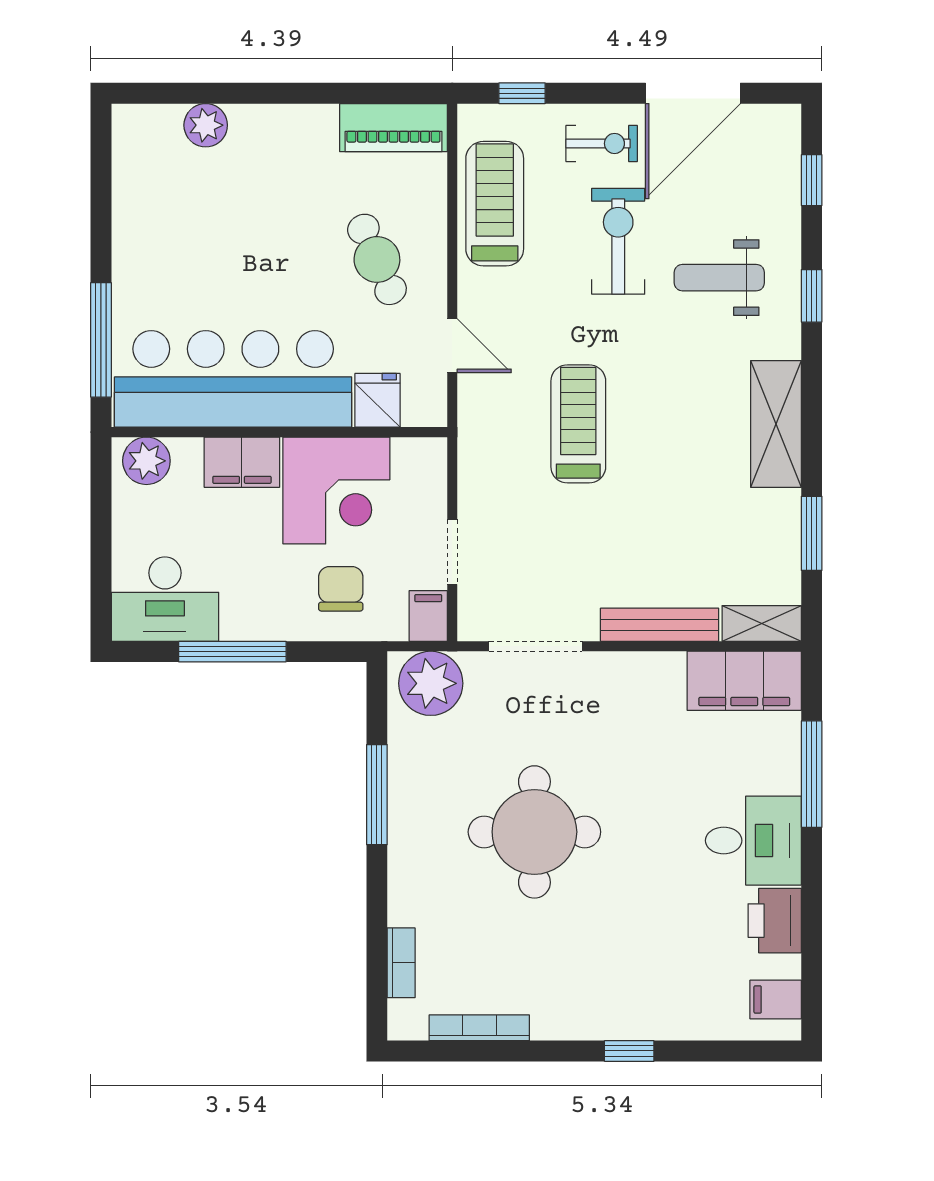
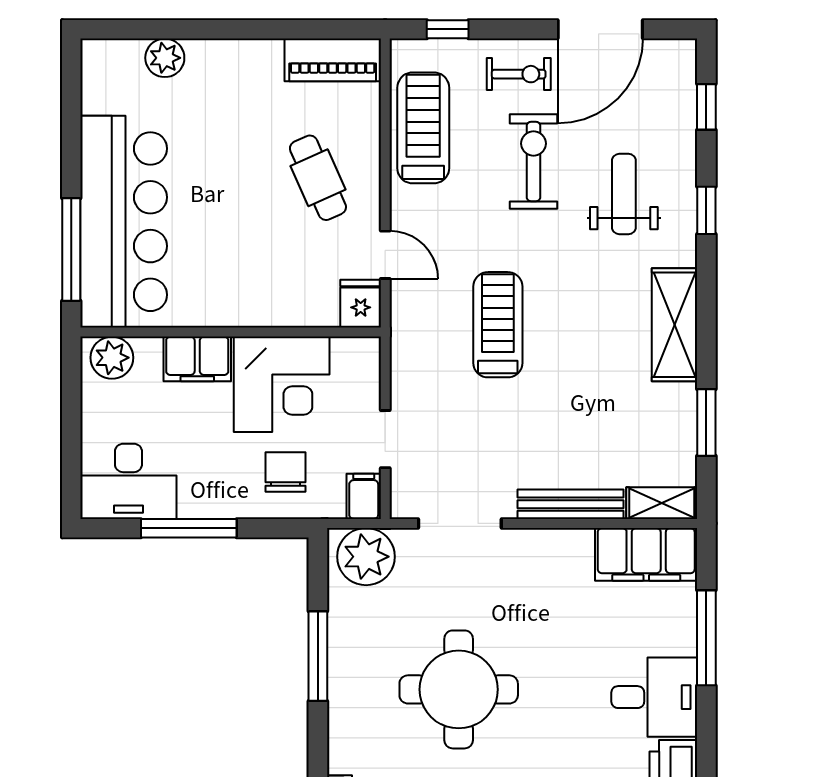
weight bench: (719, 278) -> (624, 194), turned 90
bar counter: (233, 379) -> (124, 222), moved, turned 90
fridge: (378, 400) -> (361, 304), moved

